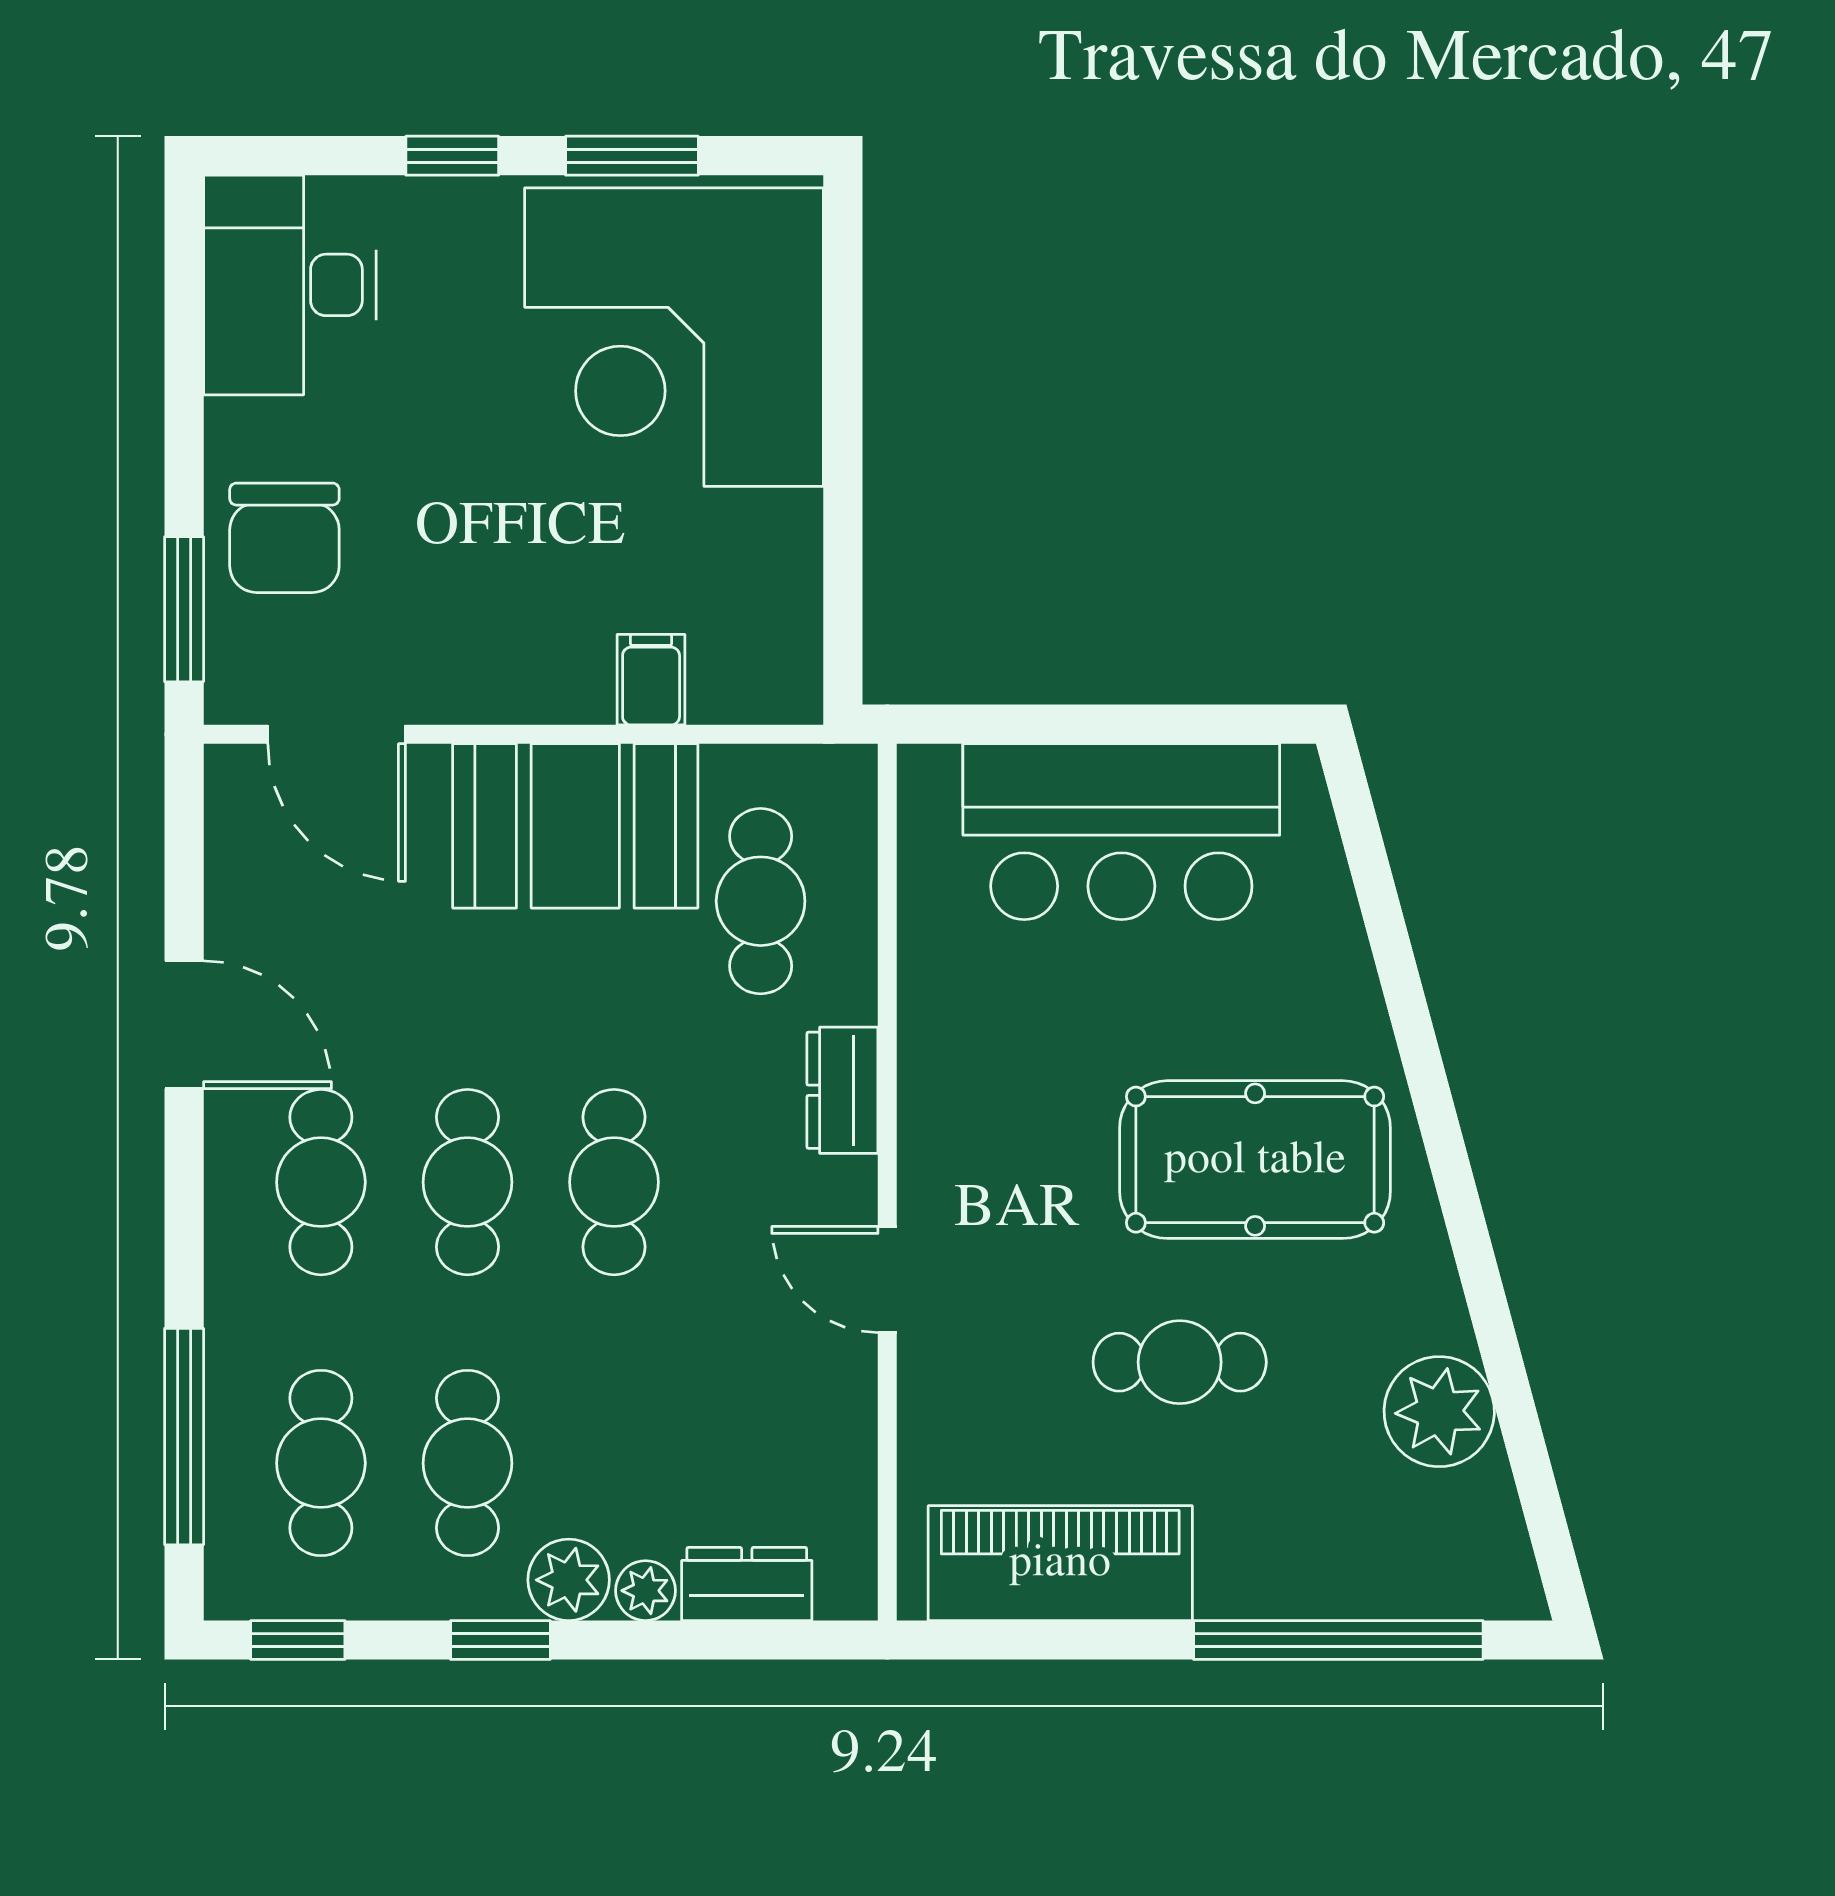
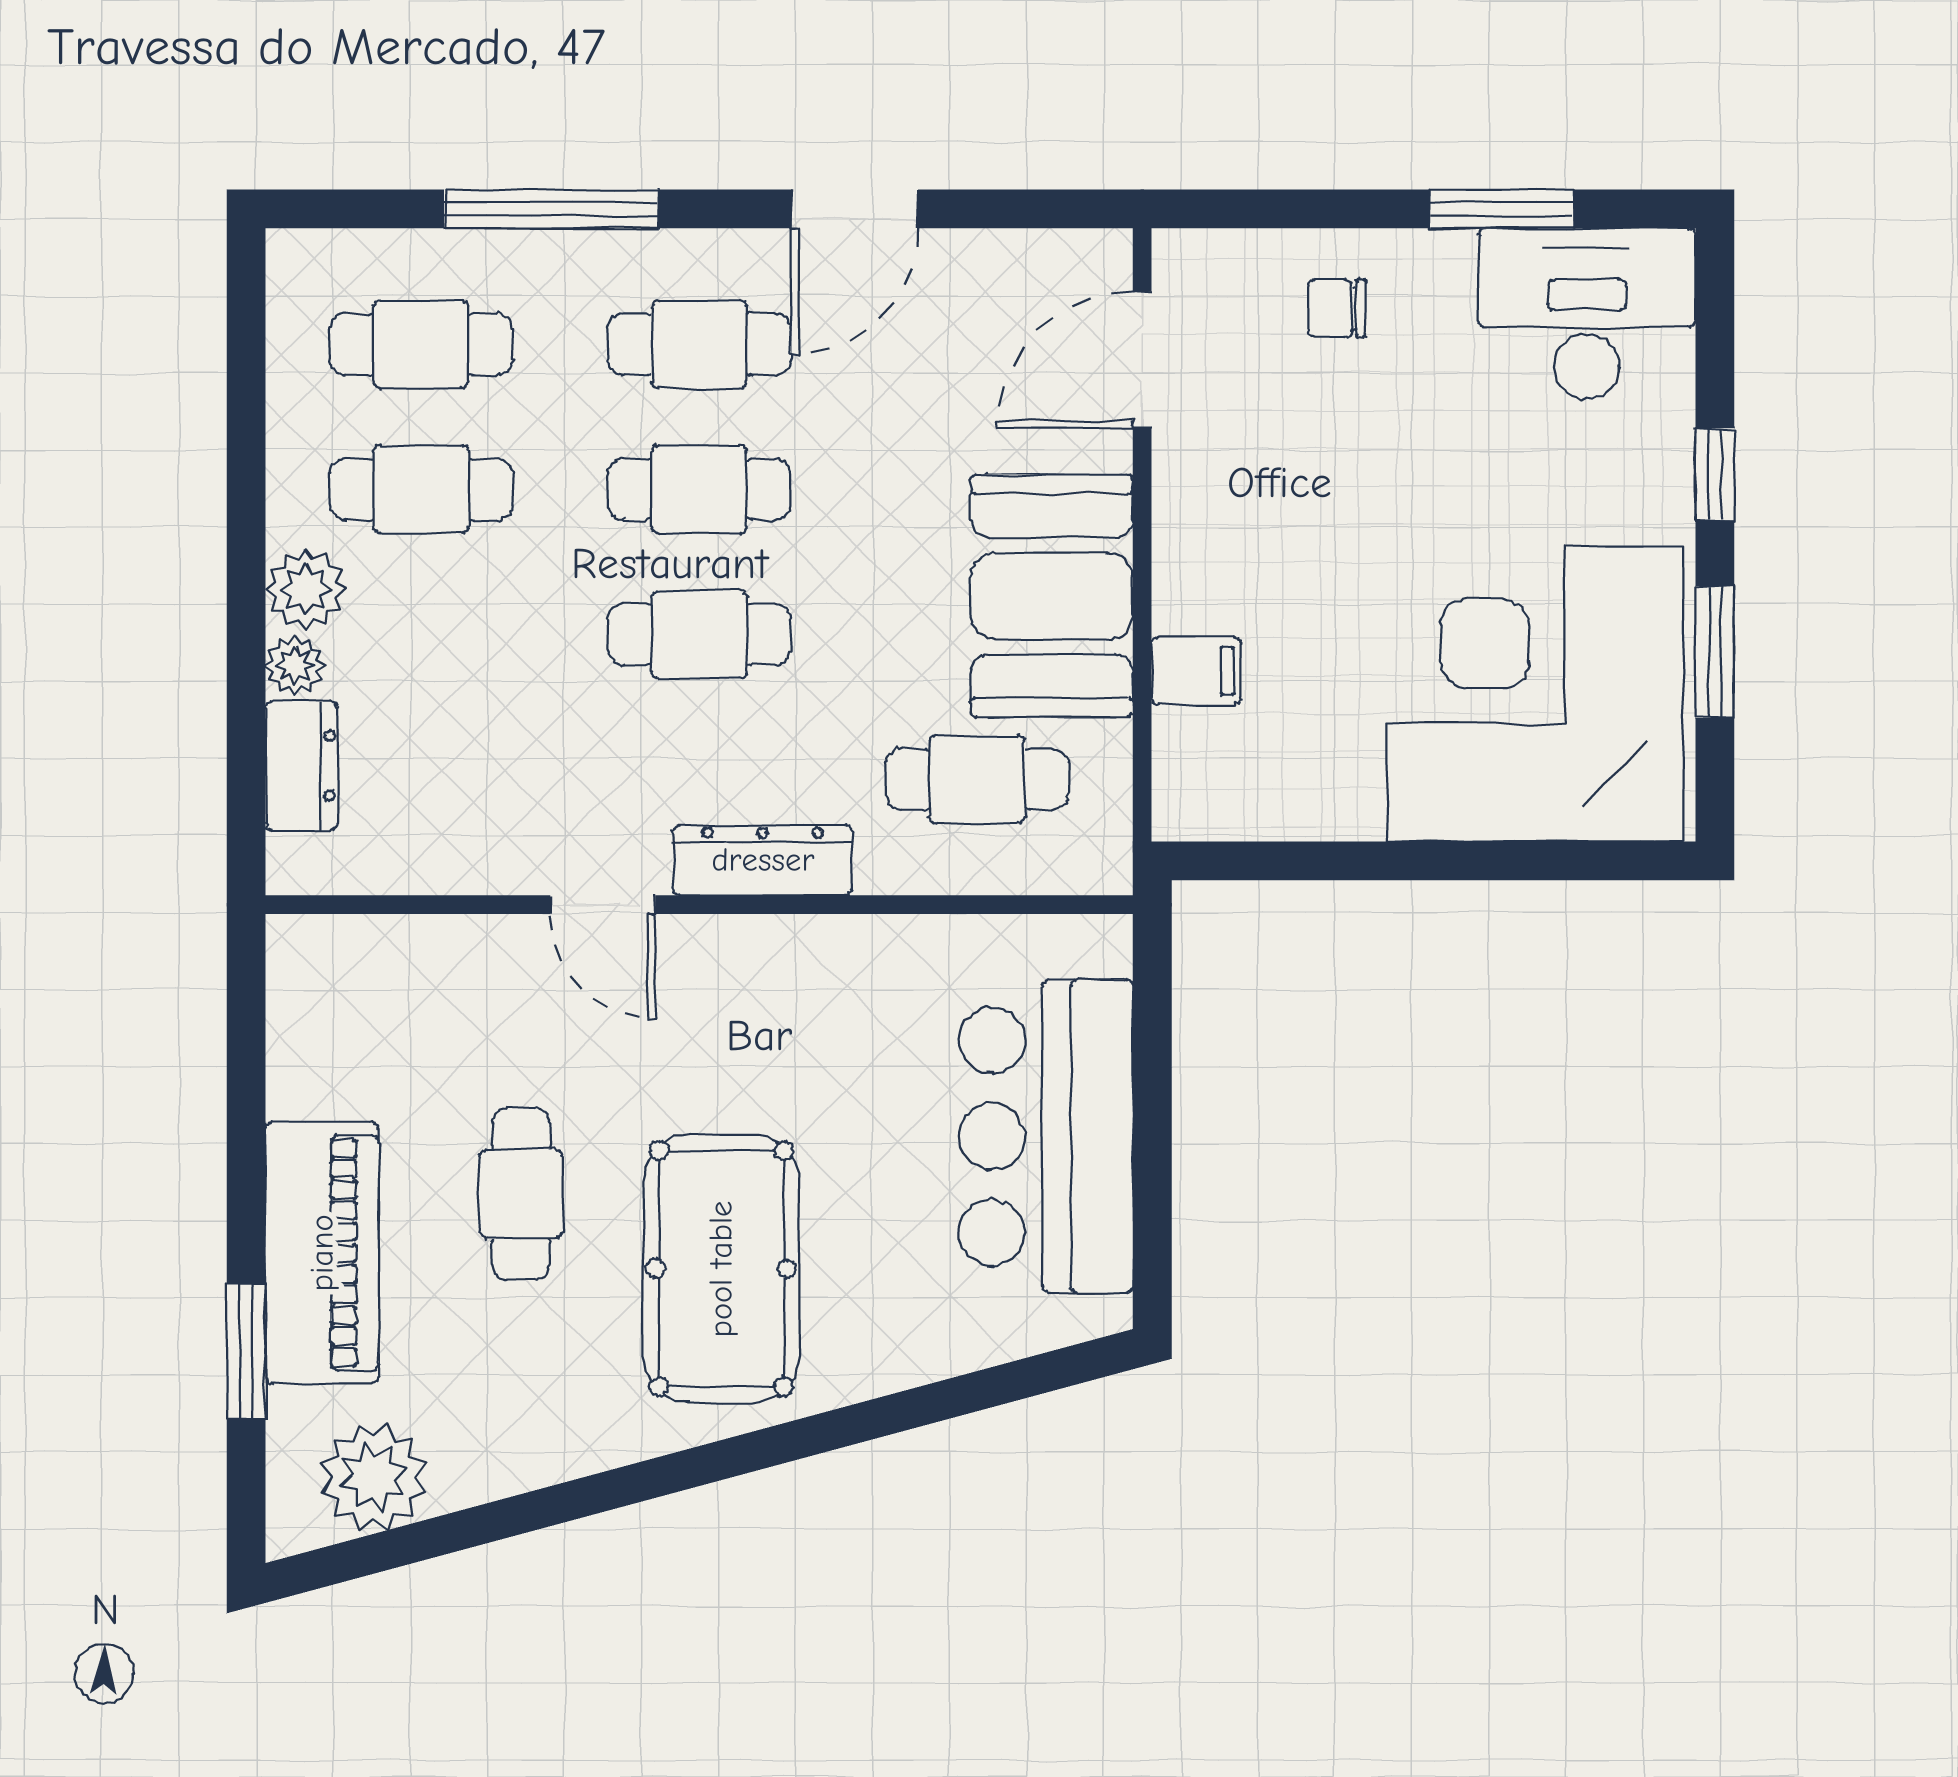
chair: (284, 538) -> (1337, 308), width x0.54, depth x0.54
window: (184, 609) -> (1502, 209), moved
dresser: (842, 1090) -> (763, 860), width x1.44
door: (887, 1279) -> (603, 905), swing flipped
plant: (1439, 1412) -> (374, 1477), moved
window: (184, 1437) -> (551, 209), moved
piano: (1060, 1563) -> (322, 1253), moved
window: (298, 1640) -> (246, 321), removed
window: (500, 1640) -> (246, 522), removed
window: (1338, 1640) -> (246, 1351), width x0.47

